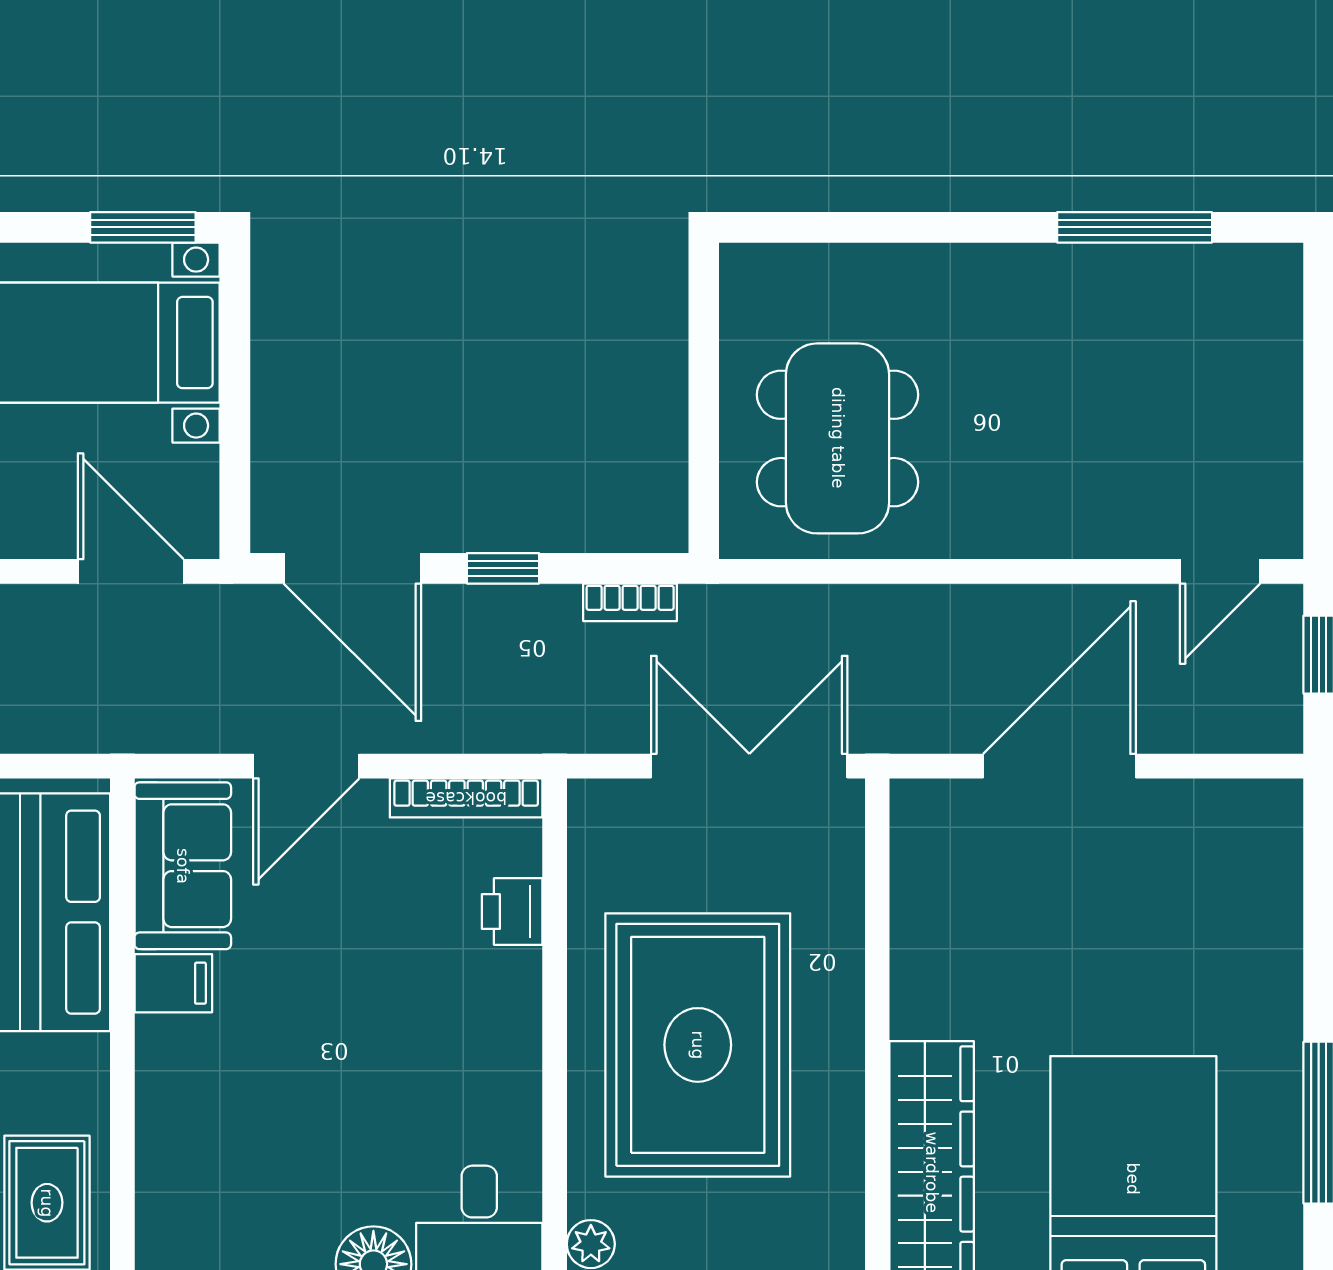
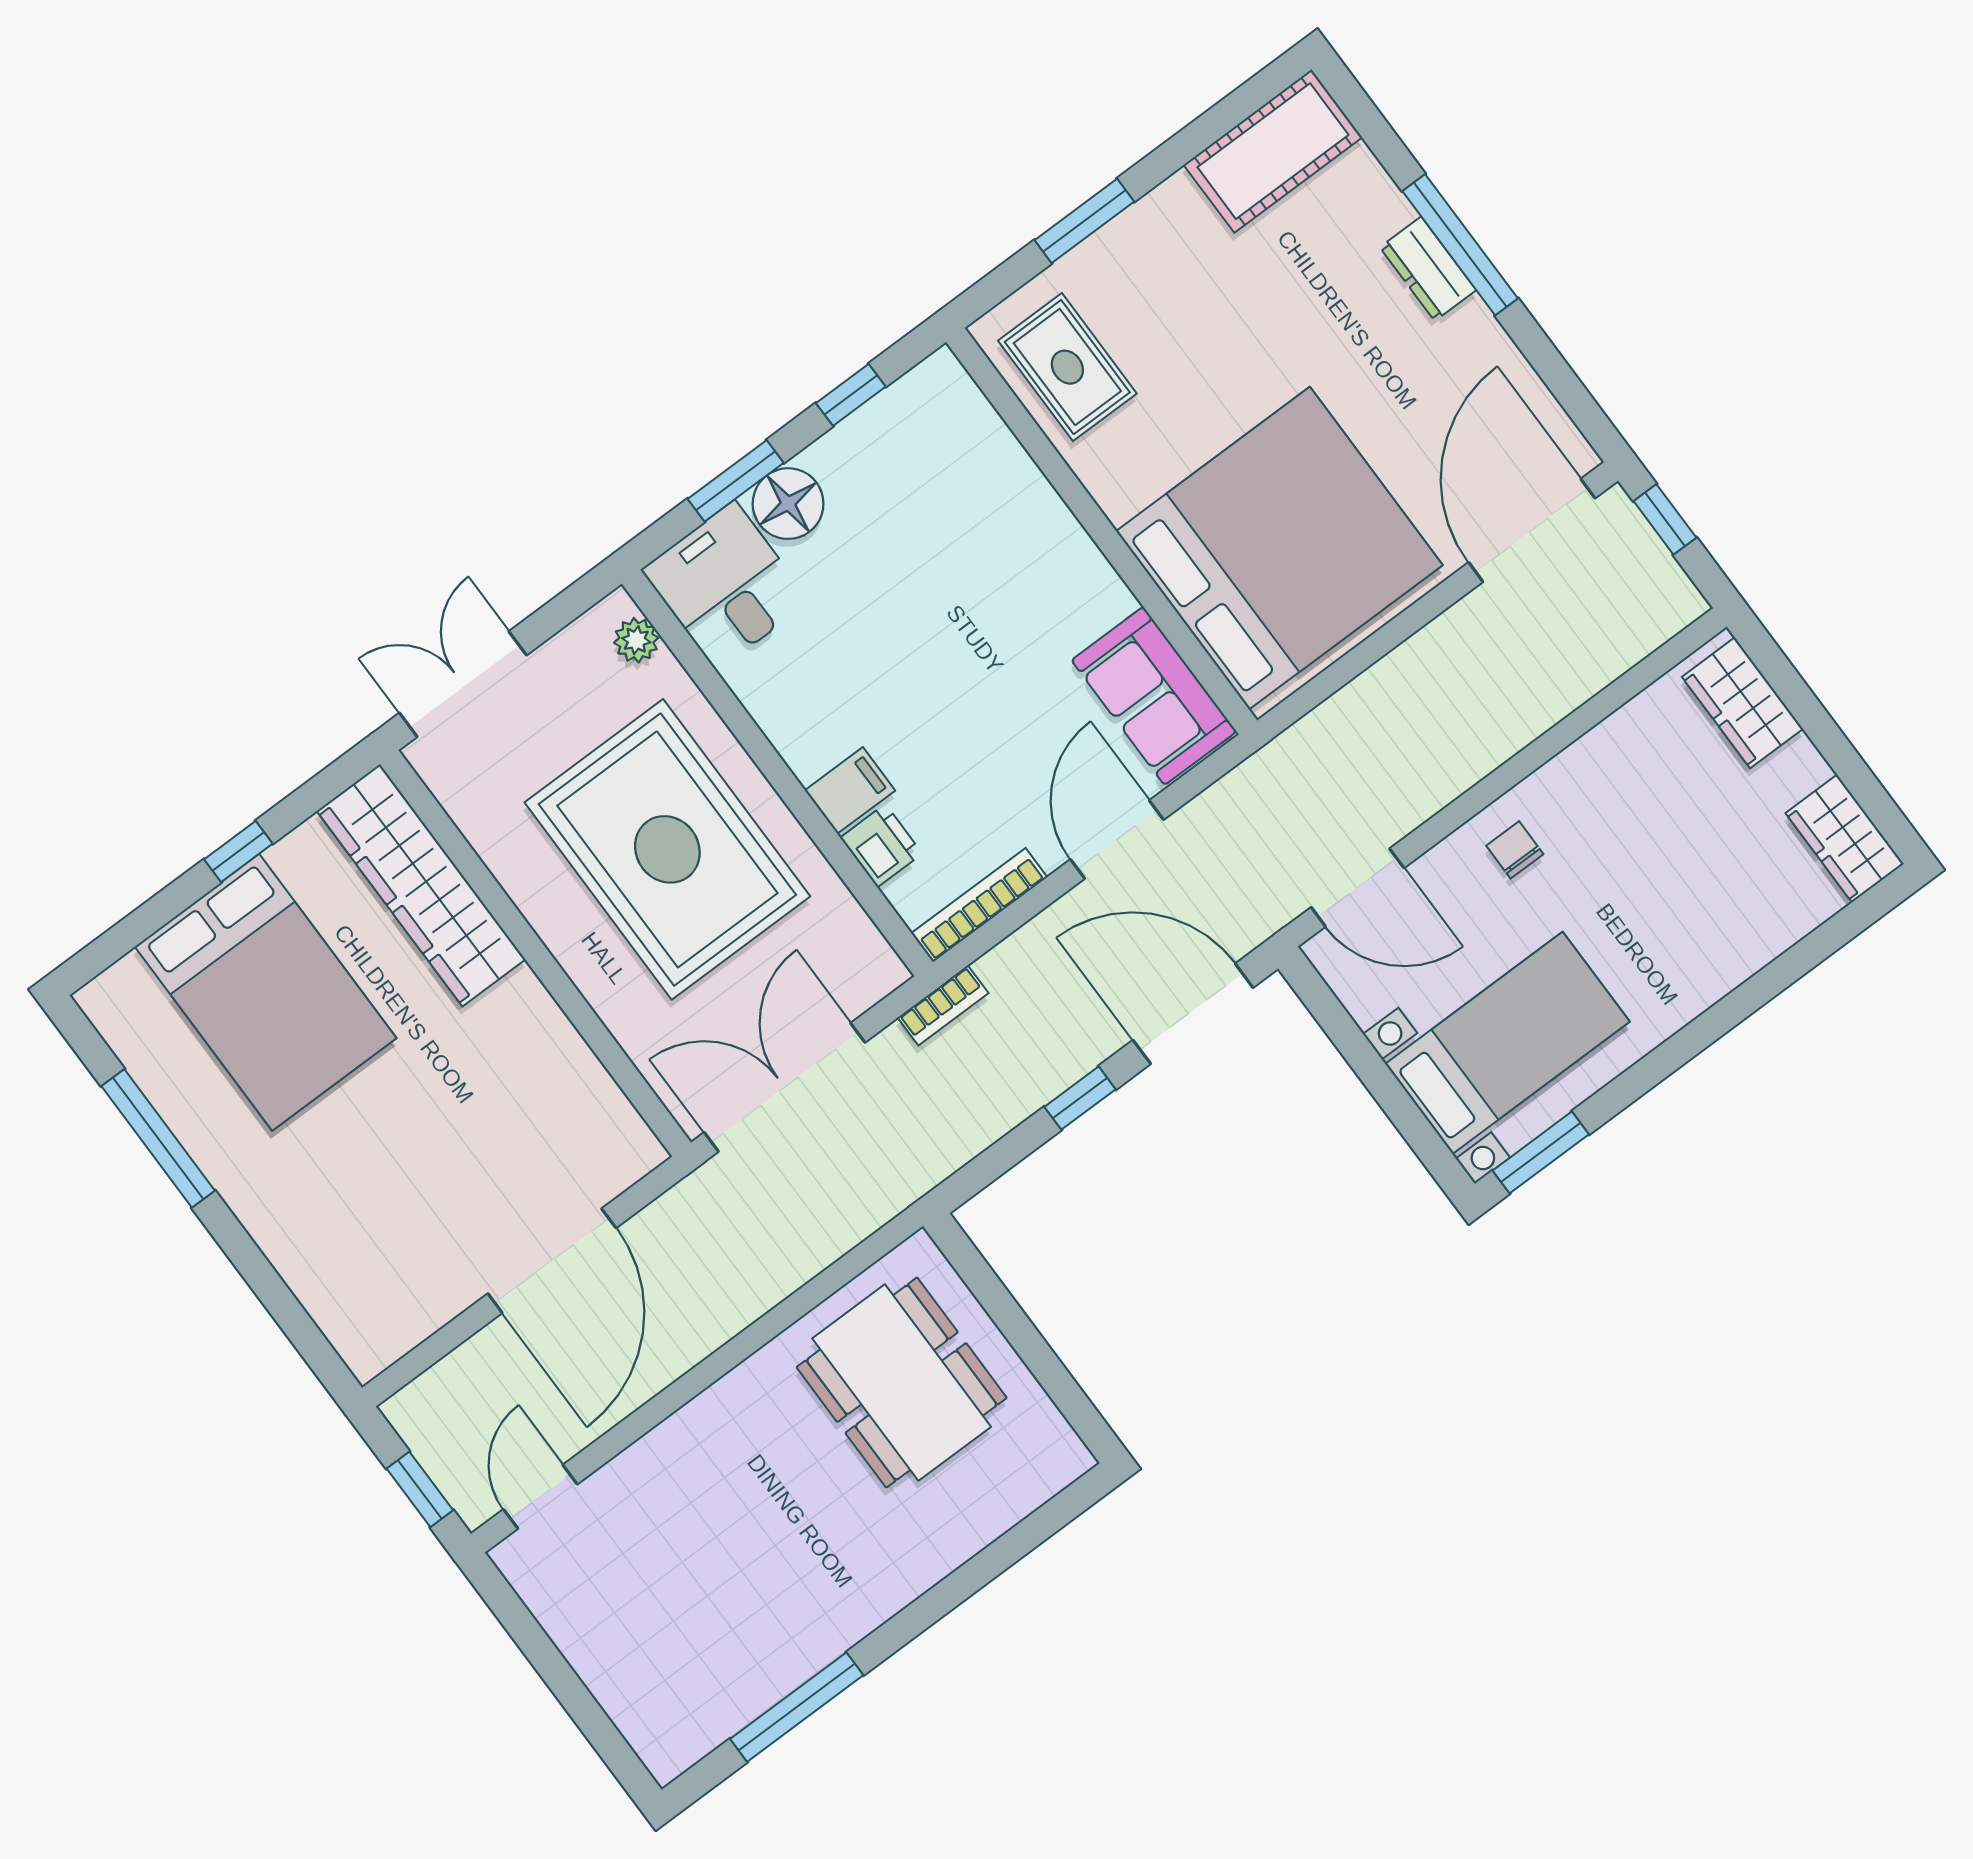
bookcase: (630, 602) -> (943, 1005), moved, turned 180
double door: (749, 766) -> (785, 1087), swing flipped
filing cabinet: (173, 983) -> (850, 790), moved, turned 180

